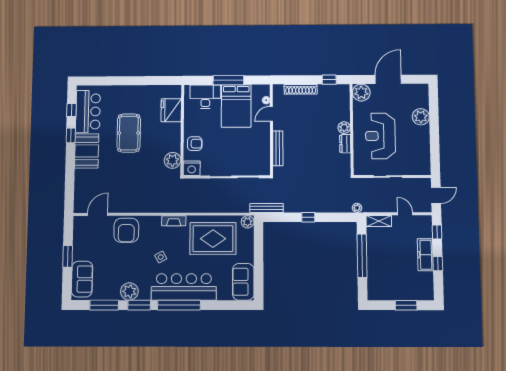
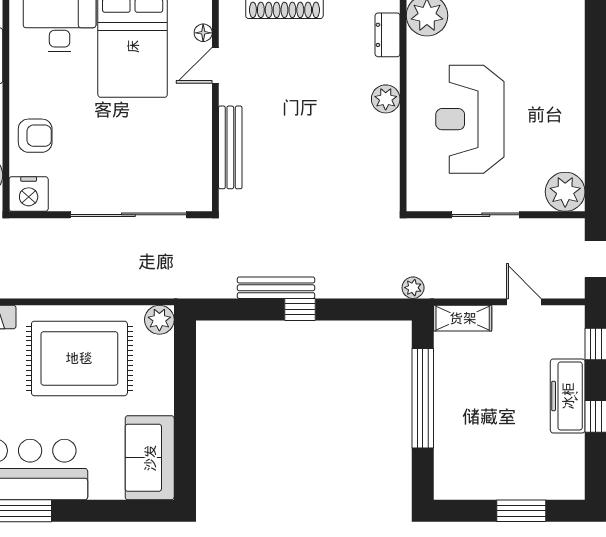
plant: (421, 117) -> (565, 192), moved
dresser: (345, 144) -> (388, 35), moved
bench: (267, 208) -> (276, 288), moved

